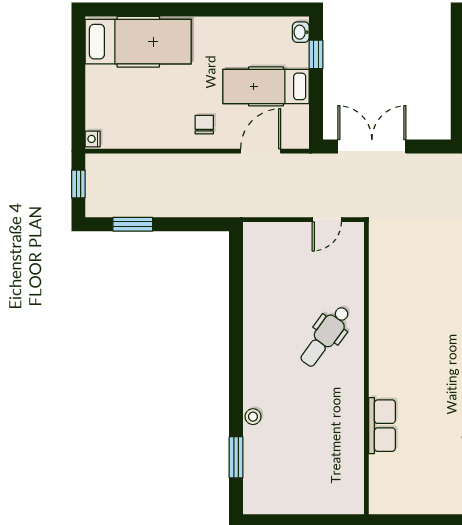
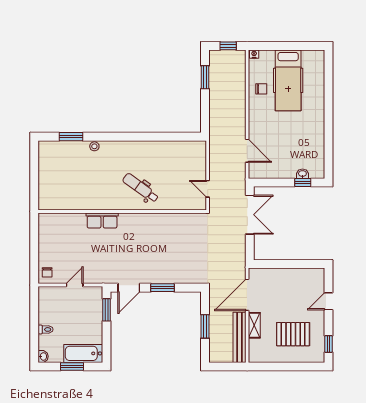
washbasin: (301, 32) -> (302, 174), moved
hospital bed: (138, 42) -> (288, 80), moved
hospital bed: (266, 86) -> (284, 154), removed
chair: (204, 125) -> (261, 89), moved
row of seats: (382, 426) -> (102, 220), moved

